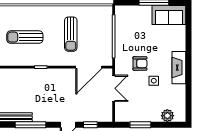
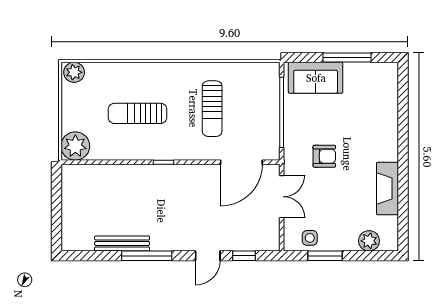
sofa: (169, 15) -> (316, 78), moved
fireplace: (179, 68) -> (388, 188), moved
side table: (154, 81) -> (310, 238), moved

